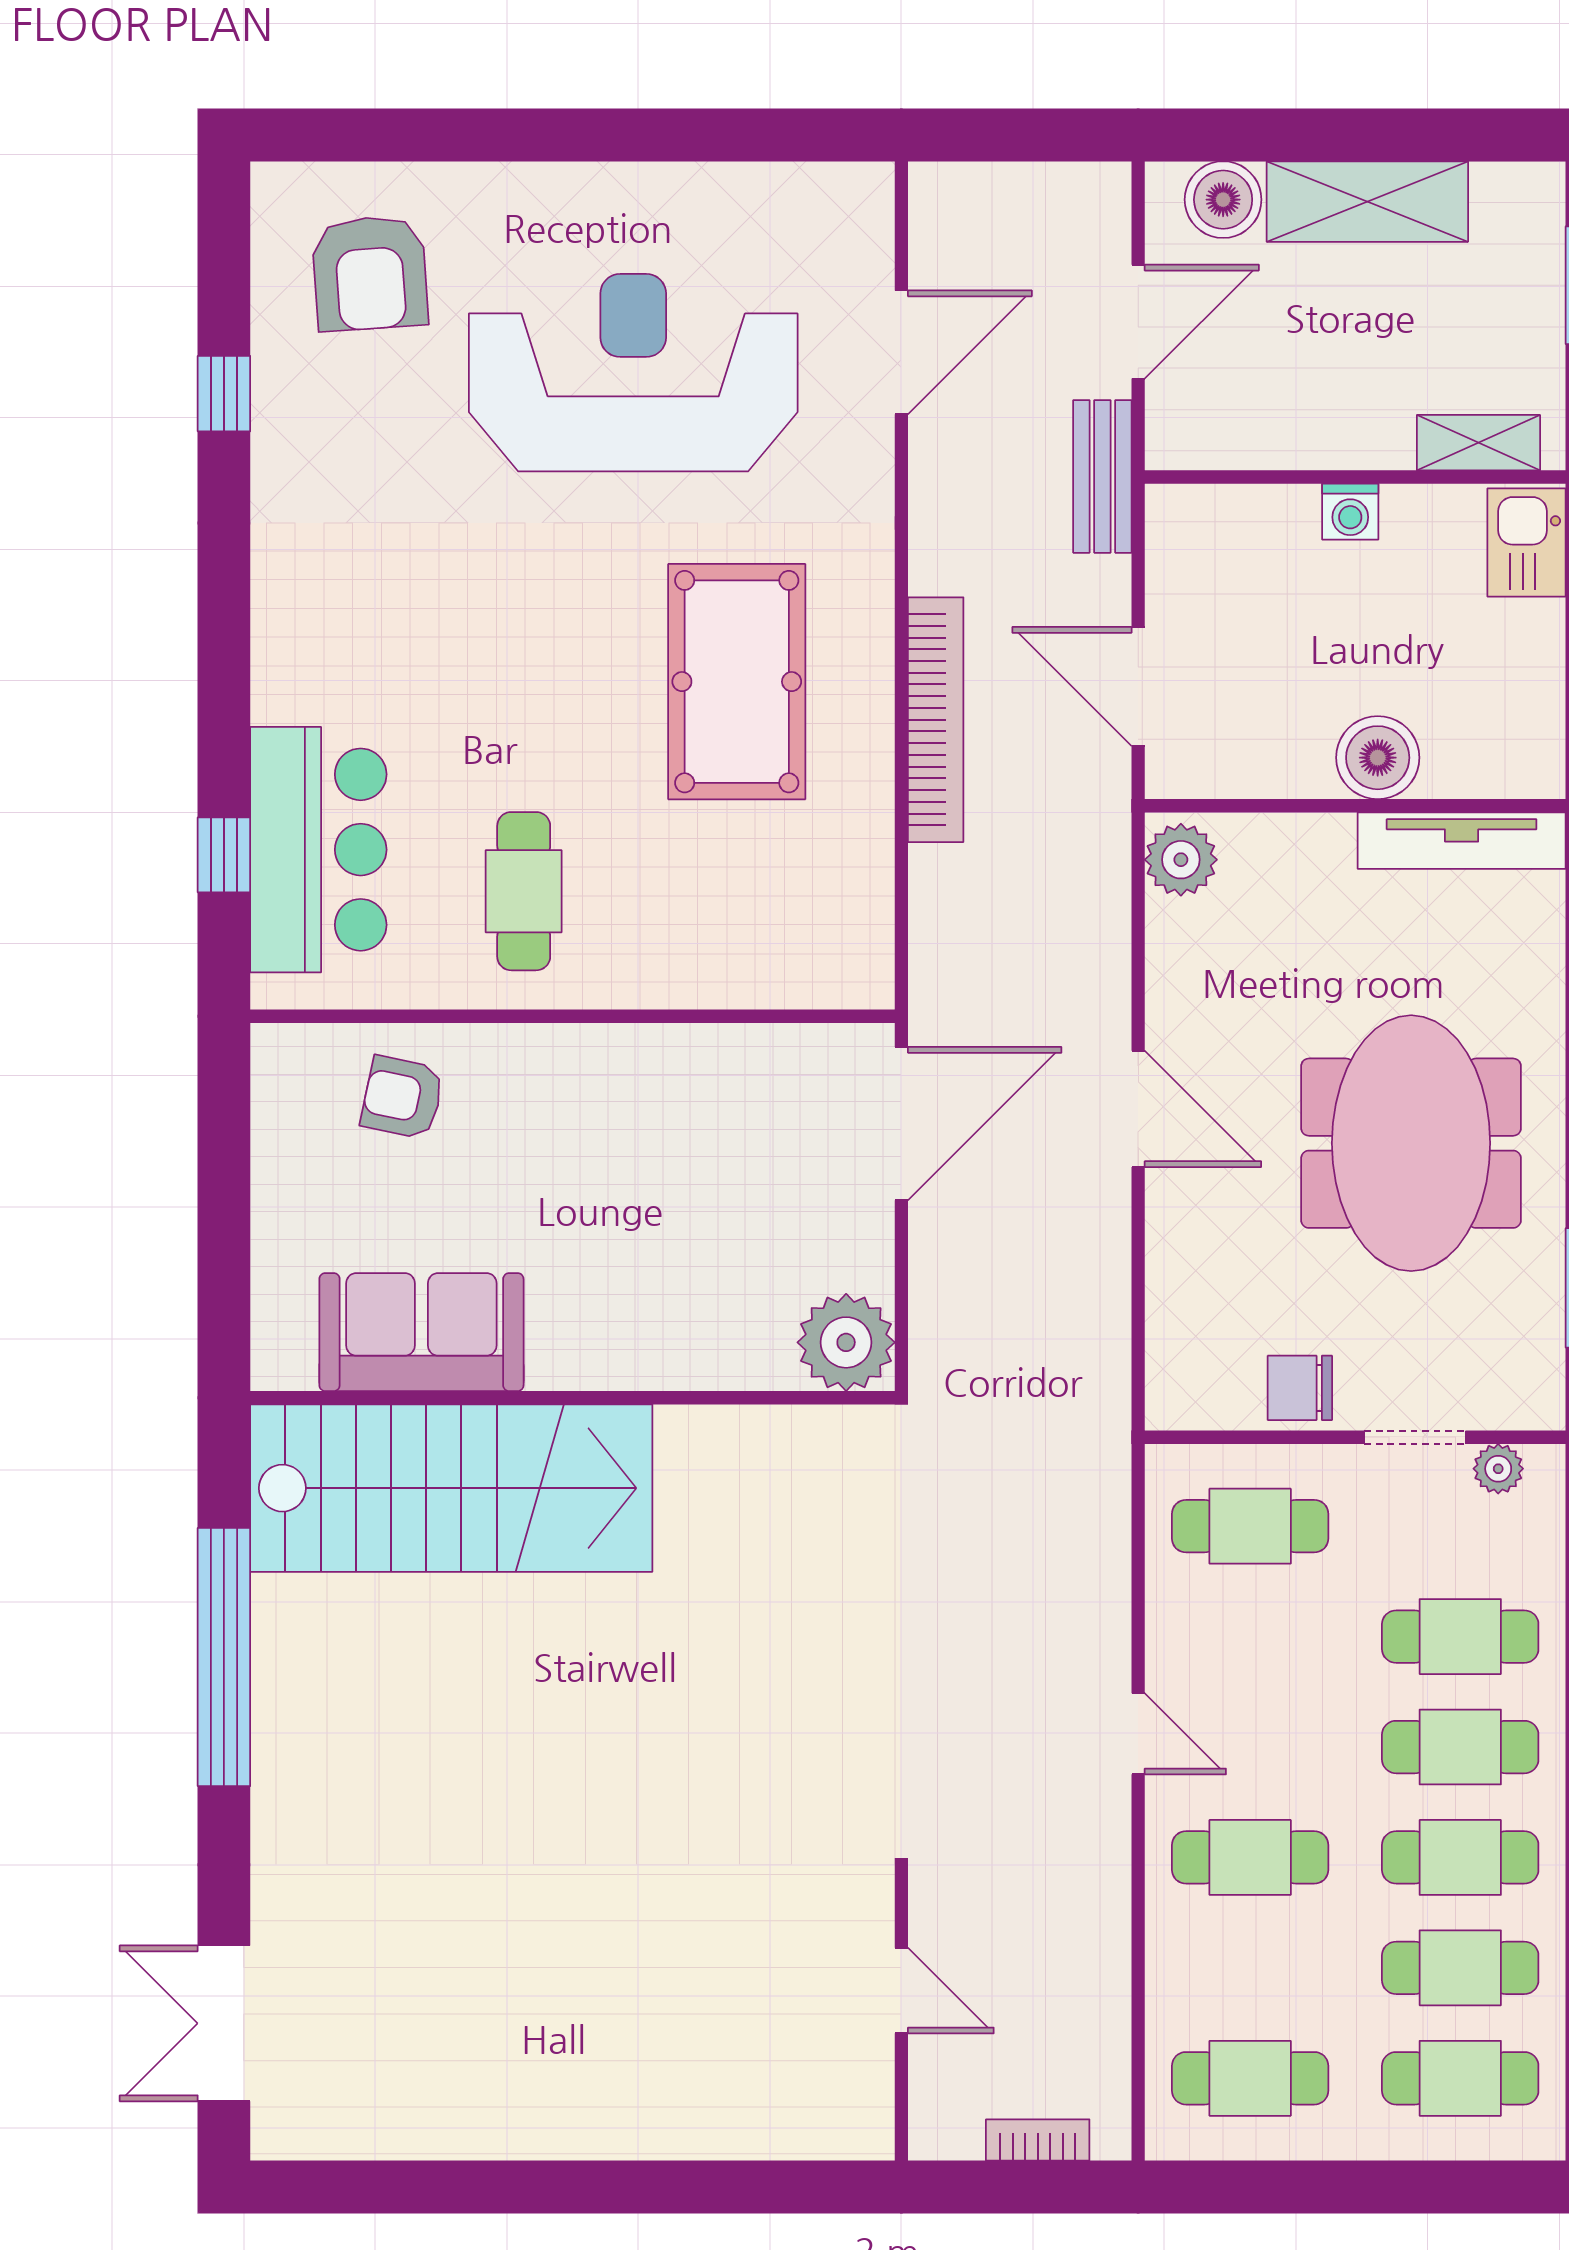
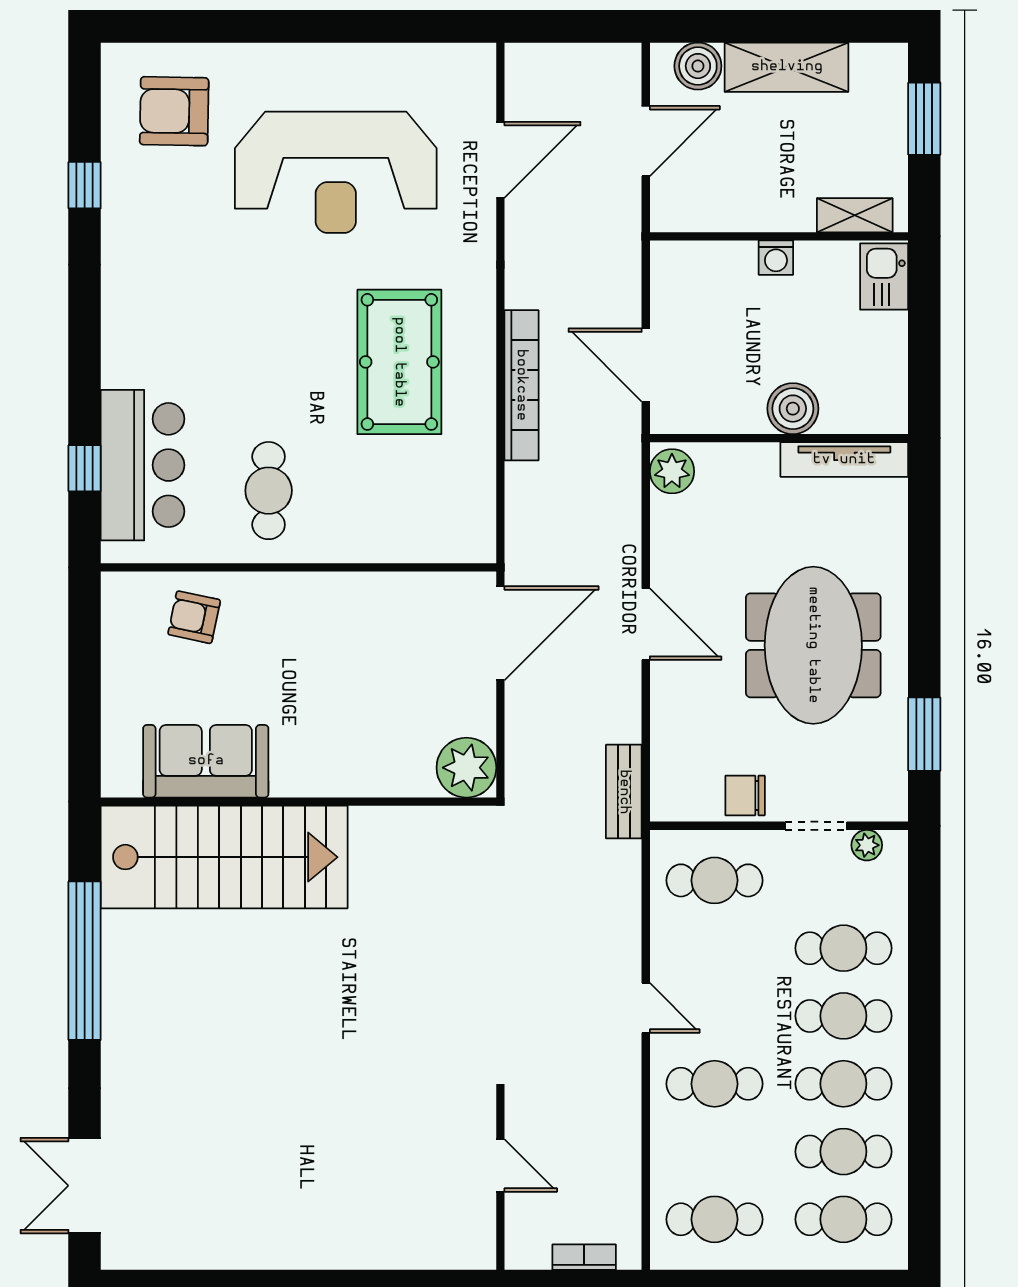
armchair: (370, 273) -> (174, 111), turned 95
reception desk: (633, 373) -> (336, 172), turned 180
bench: (1102, 476) -> (624, 792), moved

